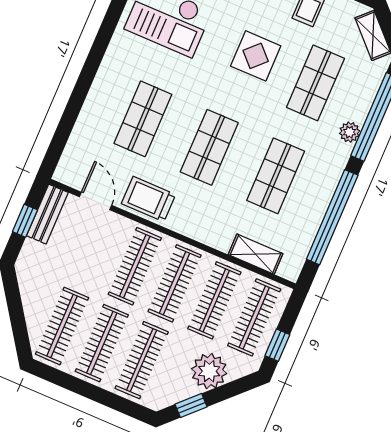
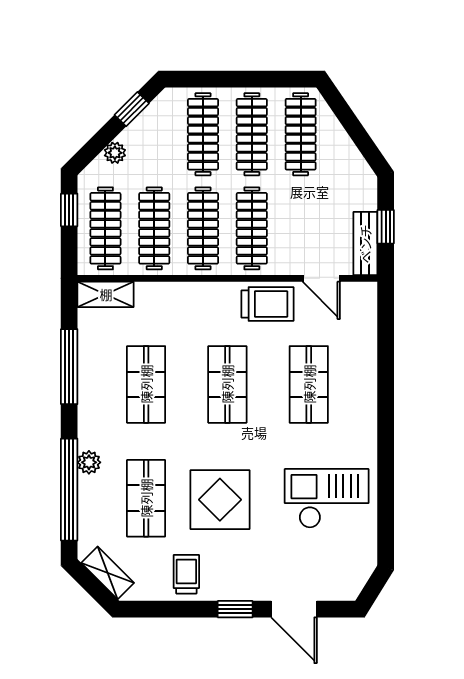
display table: (256, 56) -> (220, 500), width x1.36, depth x1.36
window: (332, 217) -> (69, 367), width x0.68
shelving: (256, 254) -> (106, 294), moved
plant: (209, 371) -> (115, 153), width x0.53, depth x0.53

